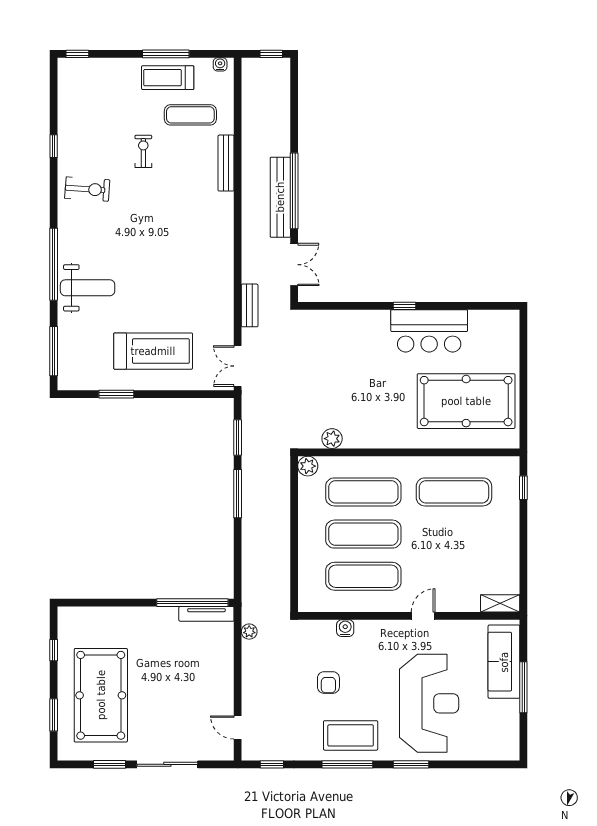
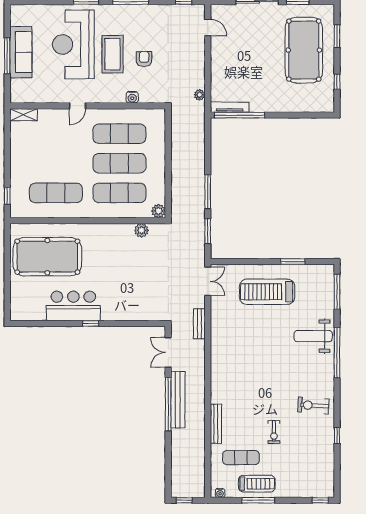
sofa: (504, 662) -> (21, 52), moved
coffee table: (351, 735) -> (112, 54), moved, turned 90

